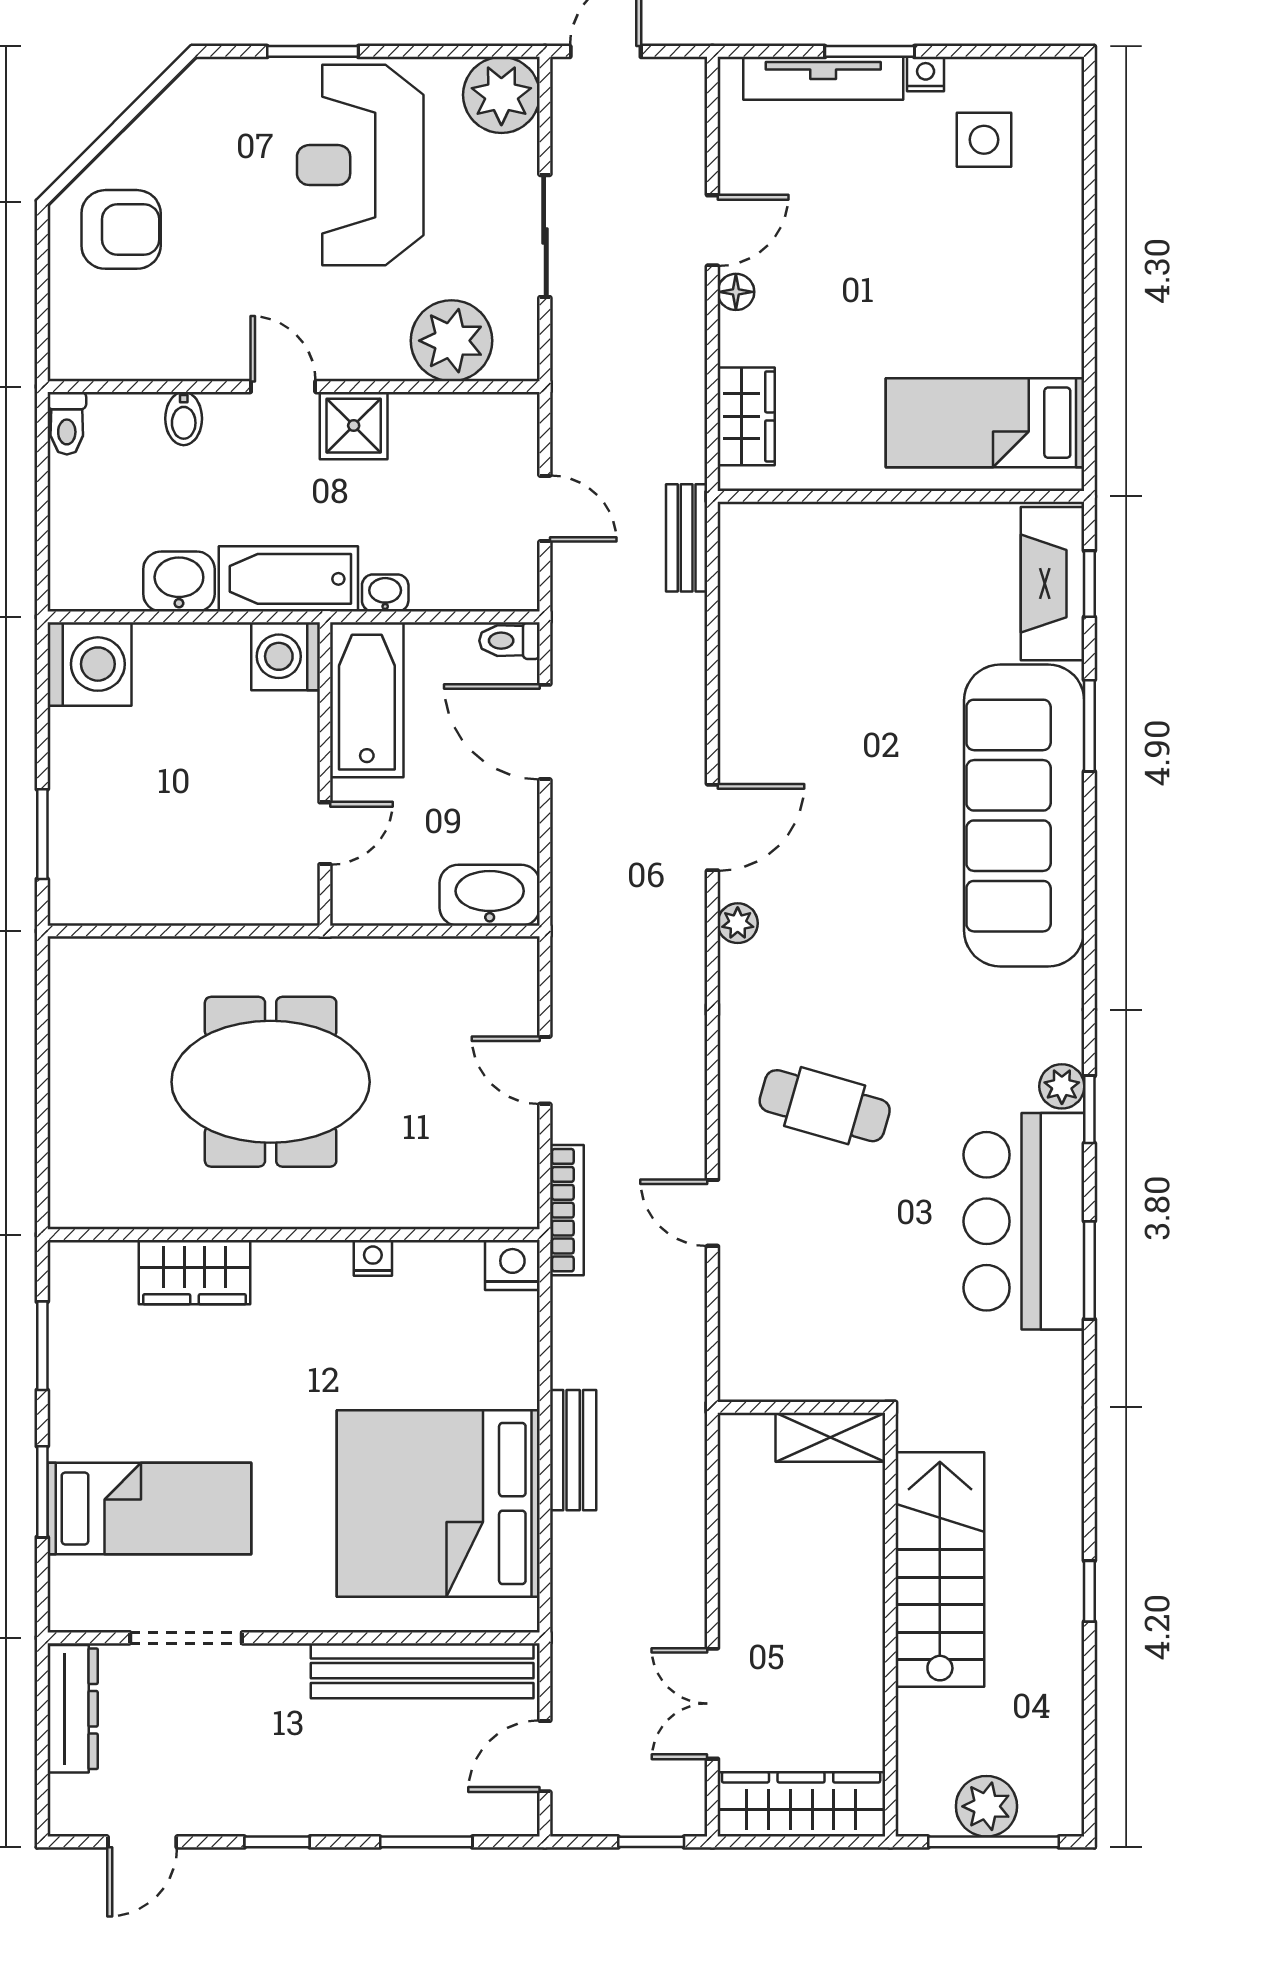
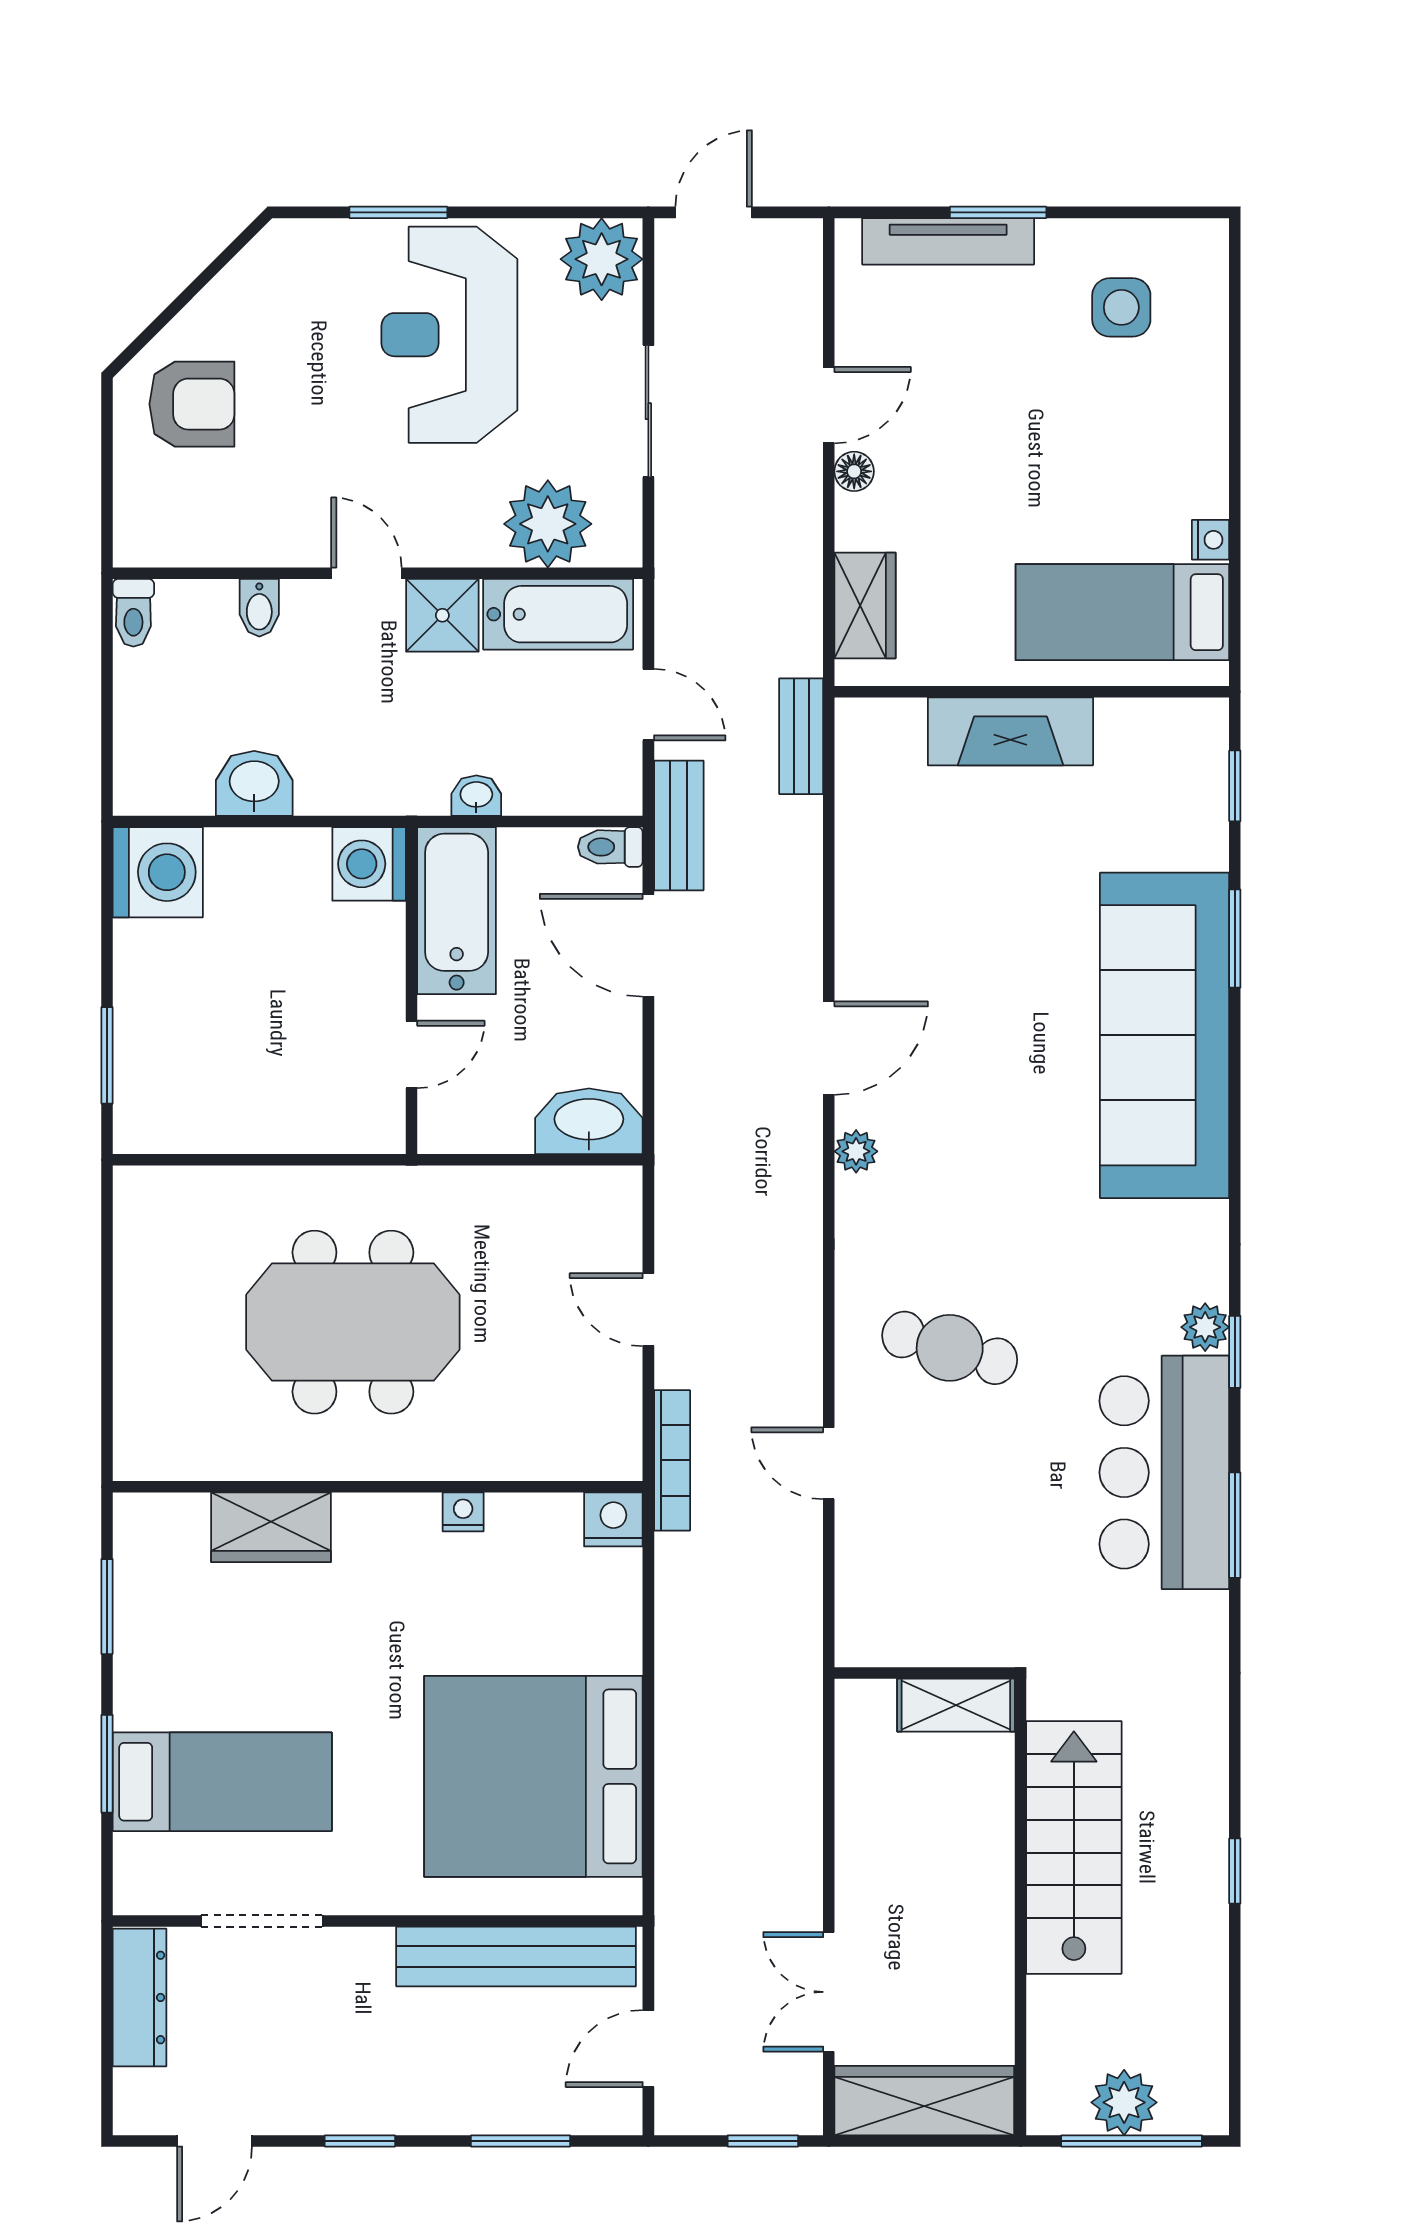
nightstand: (926, 74) -> (1211, 540), moved, turned 90
bathtub: (288, 579) -> (558, 614), moved, turned 180
fireplace: (1053, 584) -> (1010, 731), moved, turned -90
bench: (573, 1450) -> (679, 825), moved

